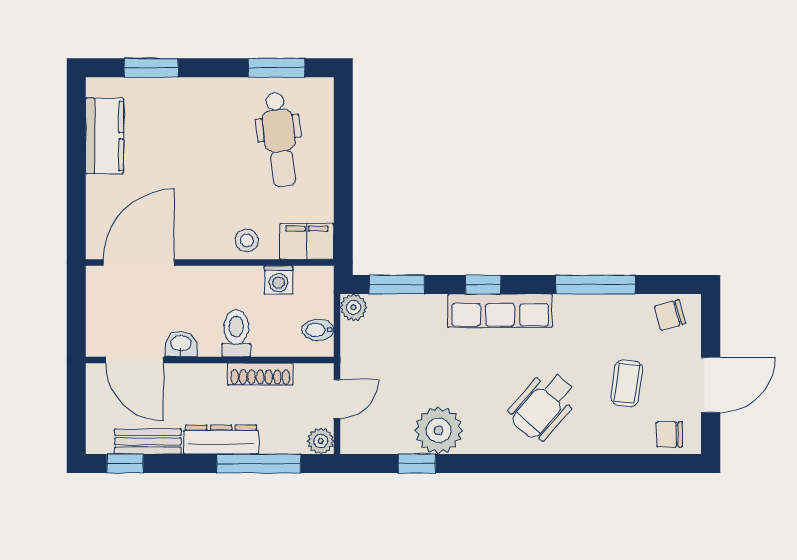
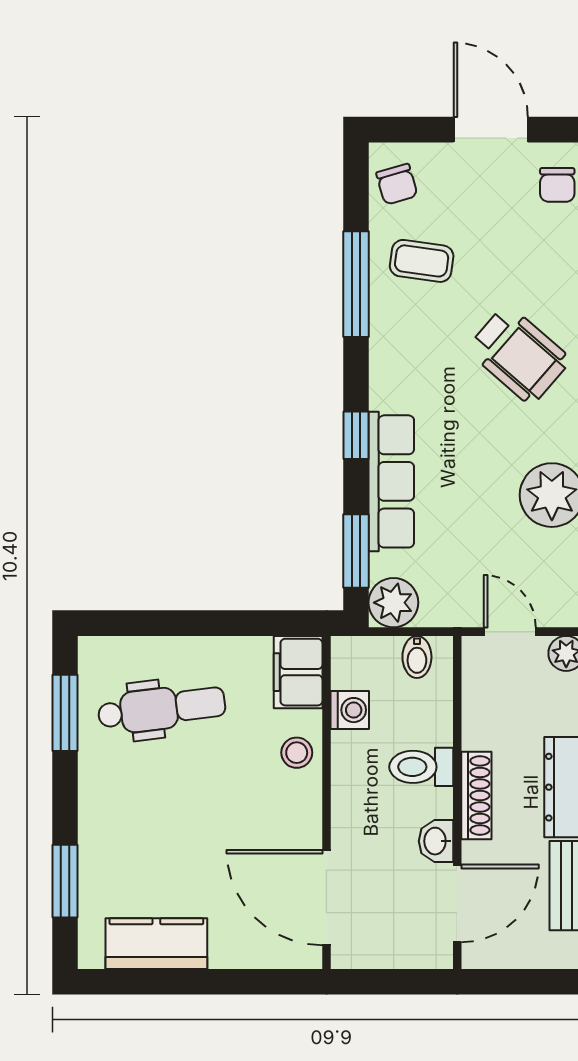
plant: (353, 307) -> (393, 603), width x1.38, depth x1.38
row of seats: (500, 311) -> (391, 481), moved
shoe rack: (260, 374) -> (476, 795), moved
coffee table: (627, 383) -> (422, 261), moved

